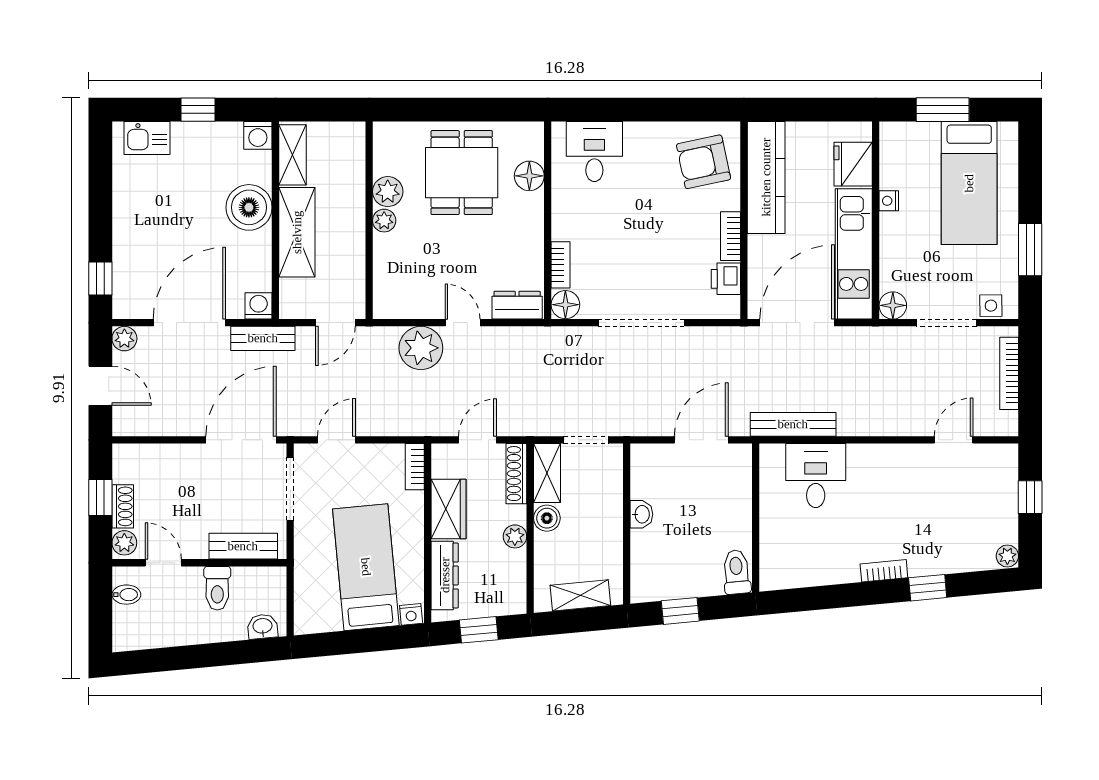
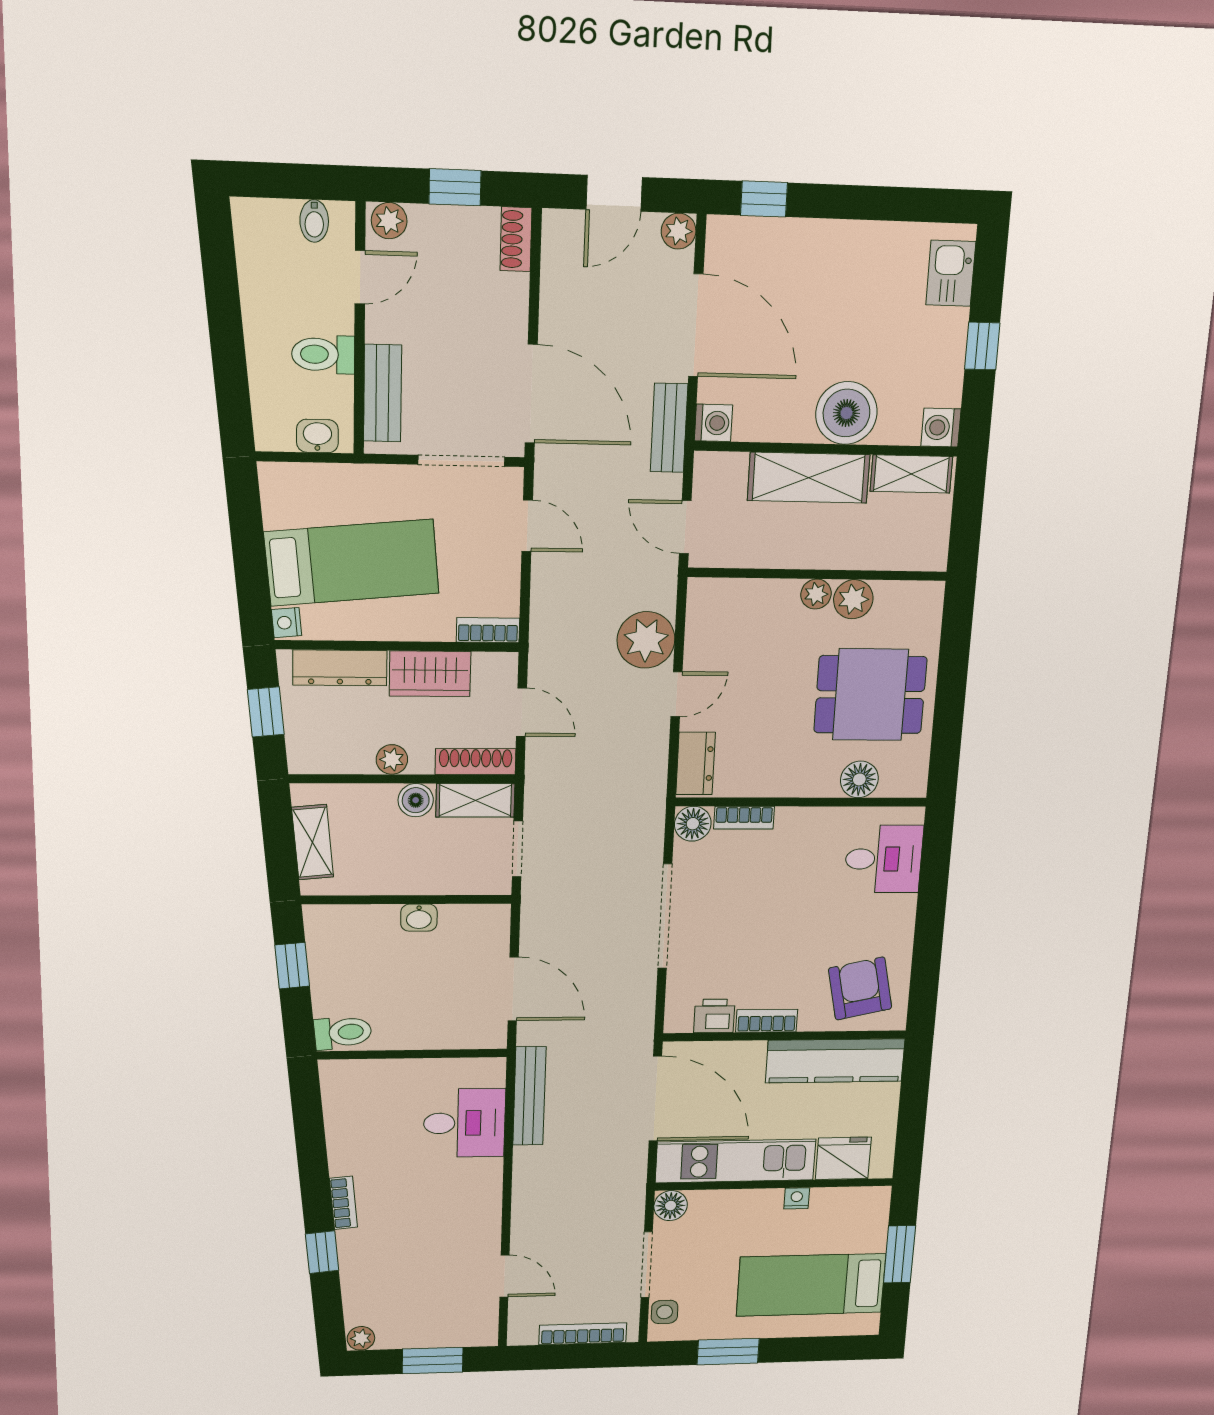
window: (1030, 497) -> (433, 1361), width x1.50
shoe rack: (123, 506) -> (516, 239), moved, turned 90
washbasin: (262, 627) -> (317, 436), moved, turned -85

